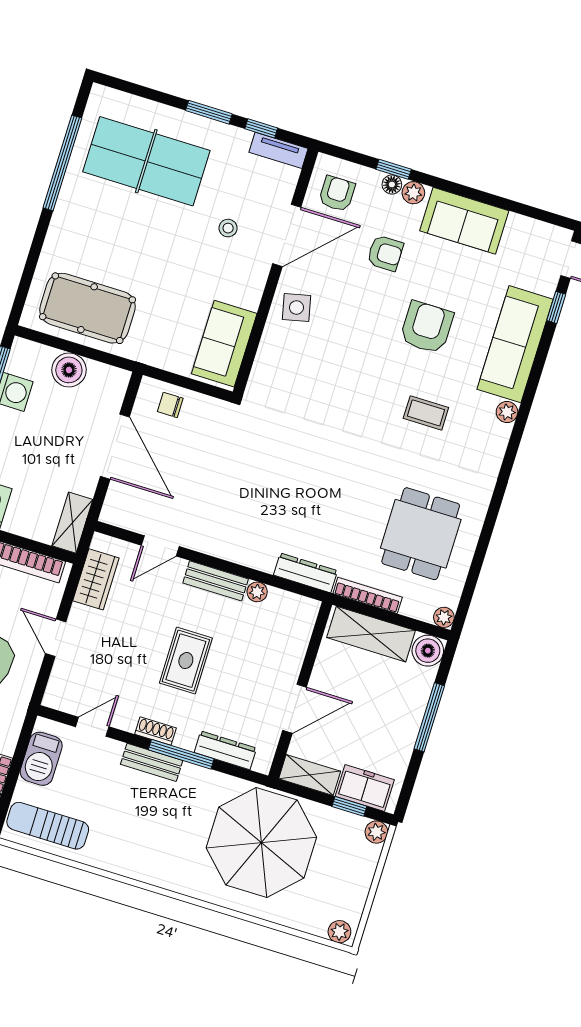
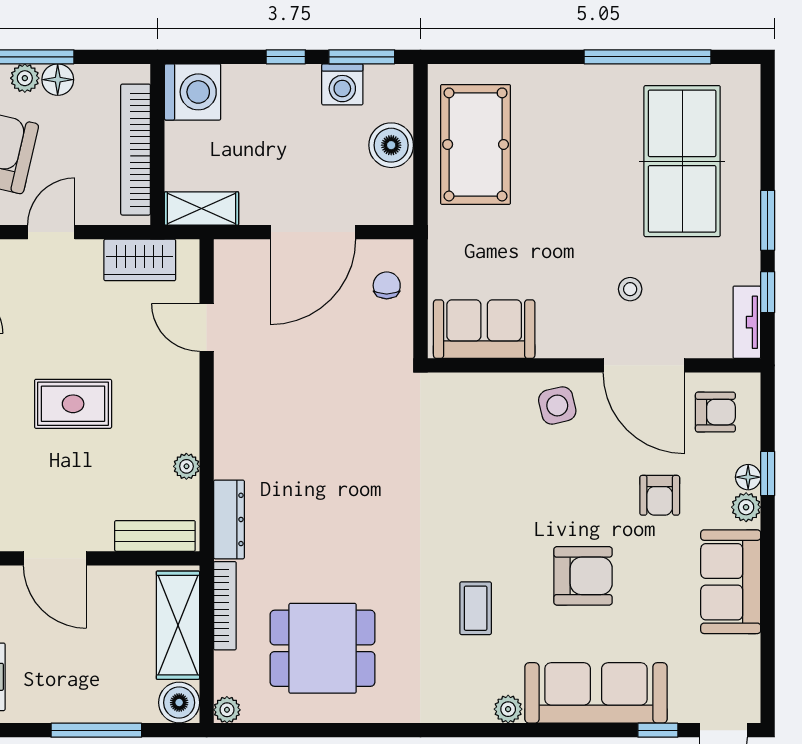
bench: (216, 581) -> (155, 536), moved, turned 90

